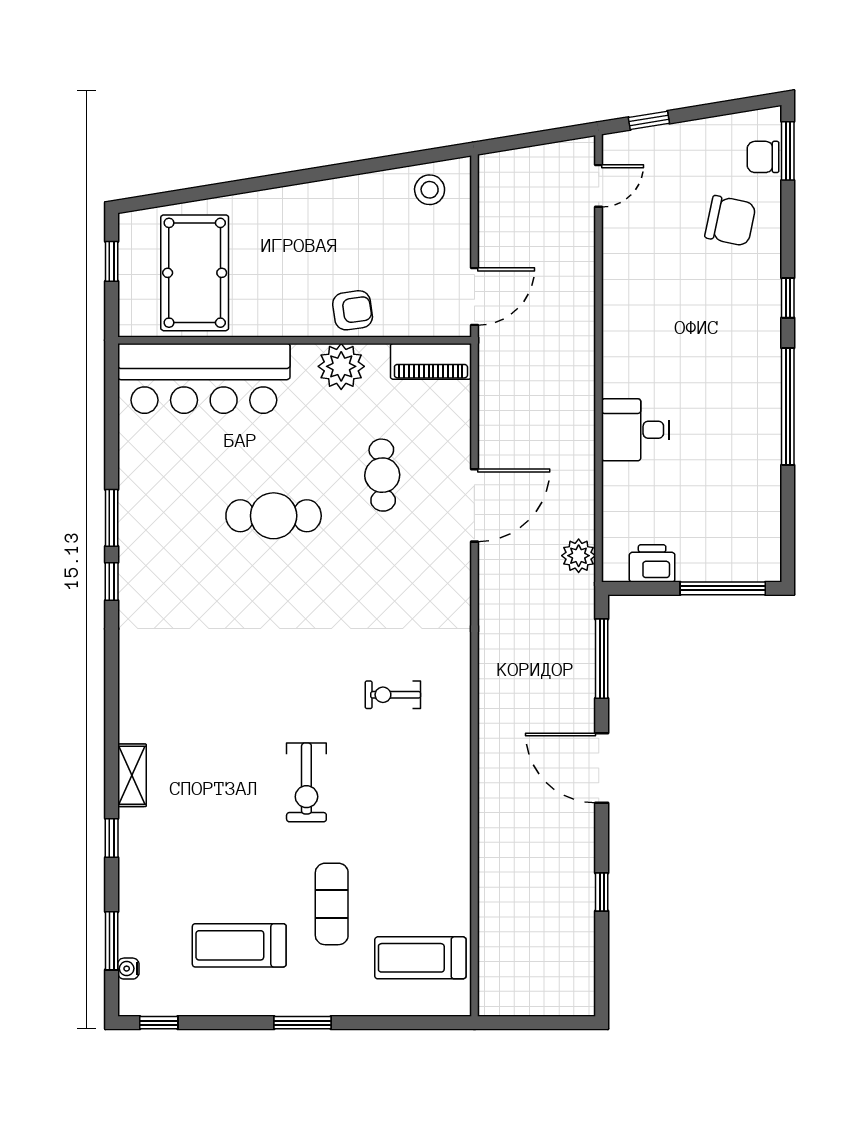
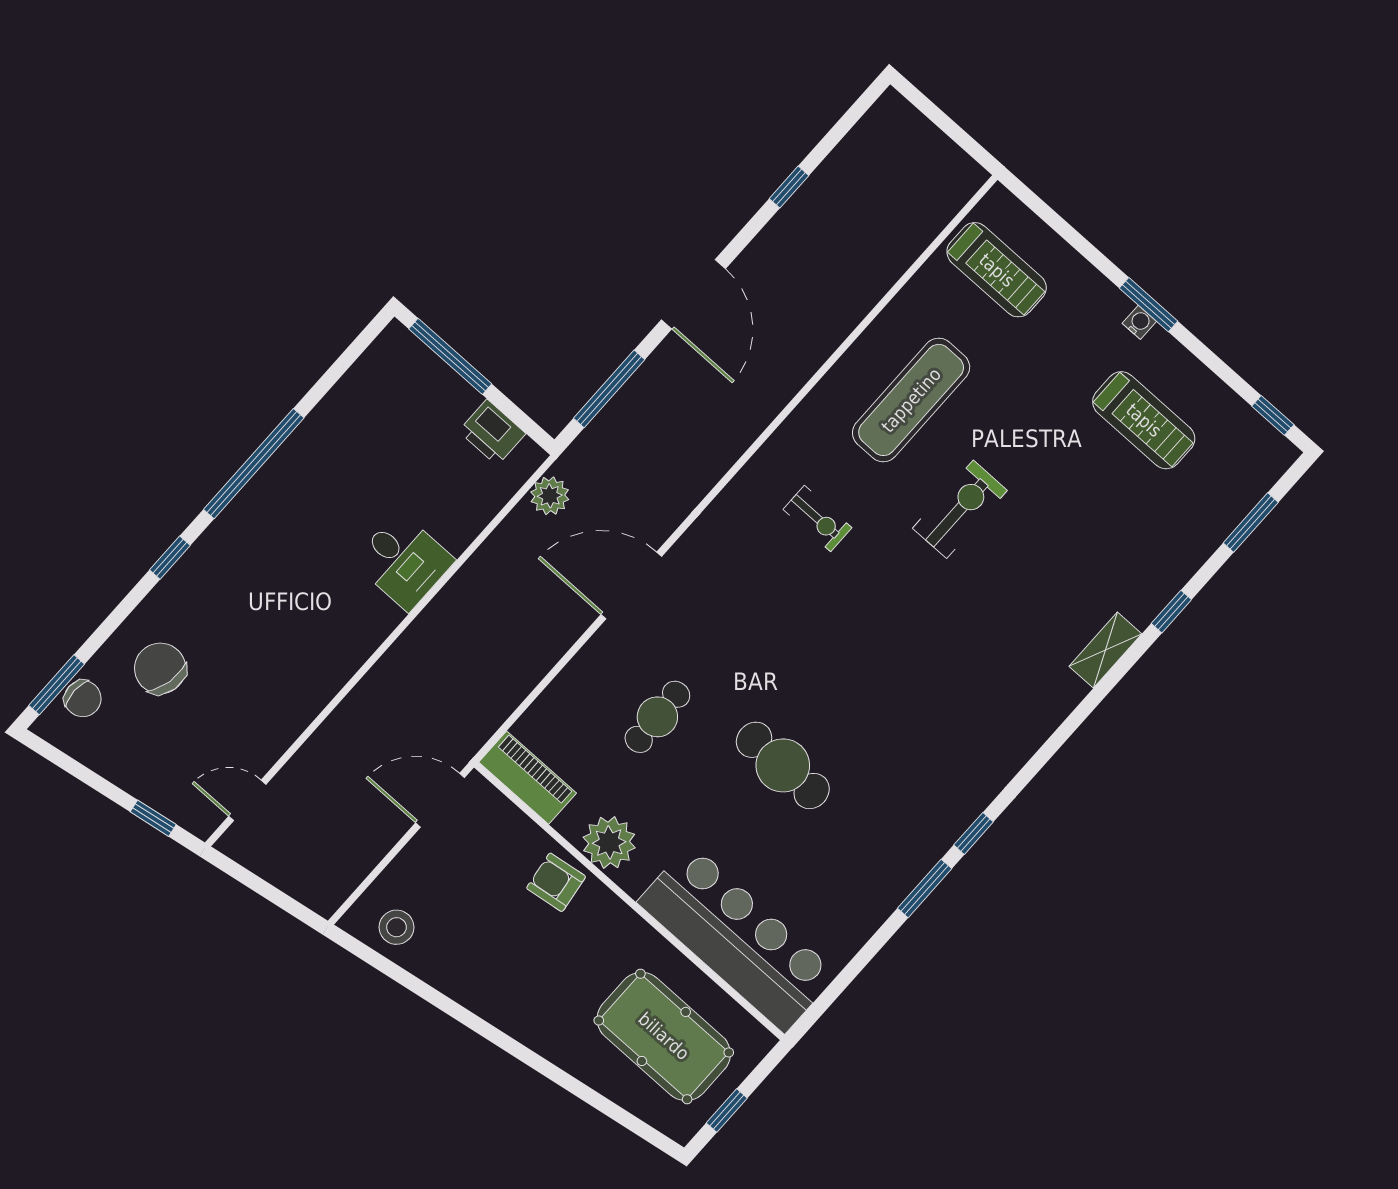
pool table: (195, 273) -> (664, 1036), turned 90
door: (474, 505) -> (631, 586), moved
exercise mat: (332, 904) -> (911, 400), moved, width x1.36, depth x1.45
water cooler: (128, 969) -> (1139, 322), moved, turned -90

